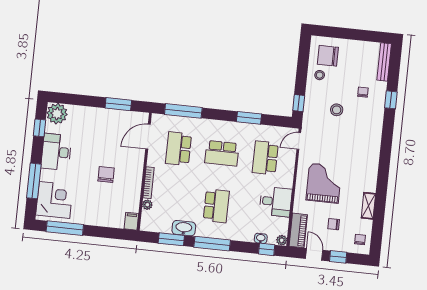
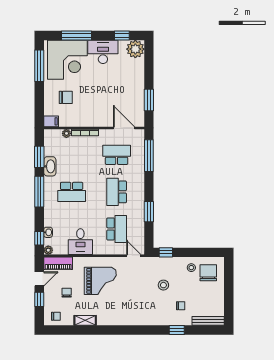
school desk: (265, 158) -> (117, 229), turned 90
chair: (106, 174) -> (66, 97), moved
corner desk: (54, 200) -> (67, 60), width x1.36, depth x1.36

